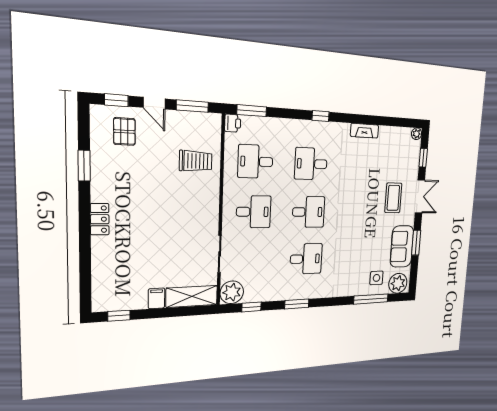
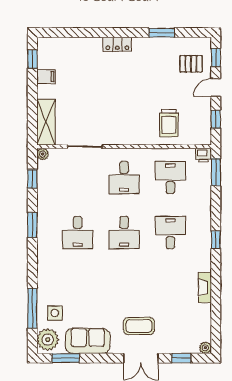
window: (192, 106) -> (216, 119), width x0.67
window: (416, 243) -> (66, 358), moved
plant: (232, 292) -> (43, 154), width x0.53, depth x0.53
filing cabinet: (156, 298) -> (46, 77), moved

